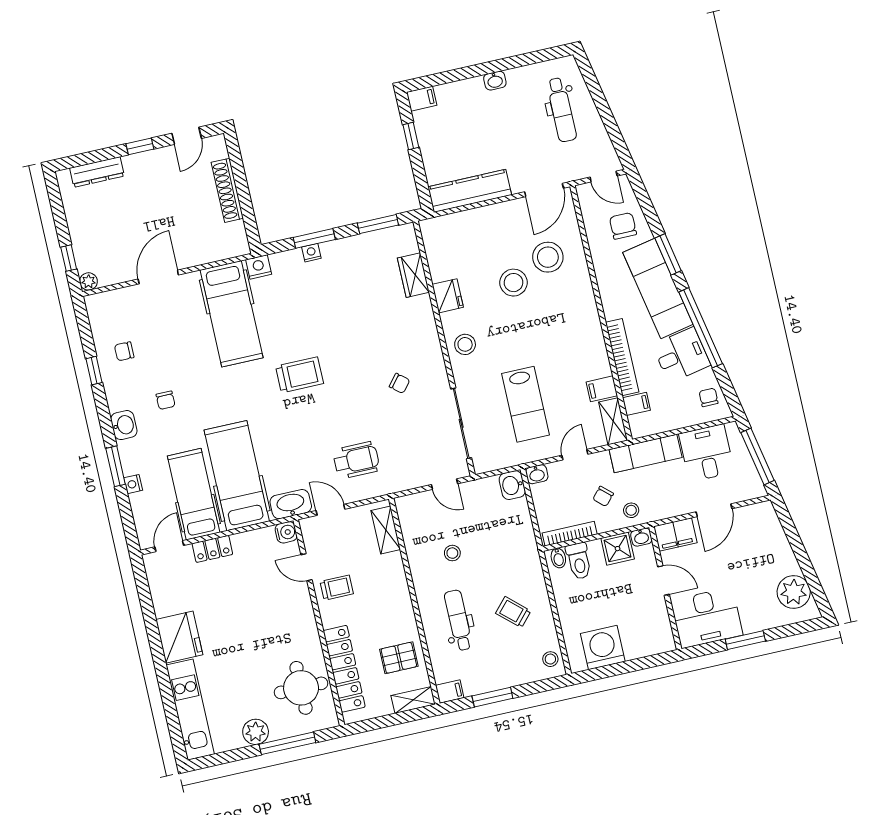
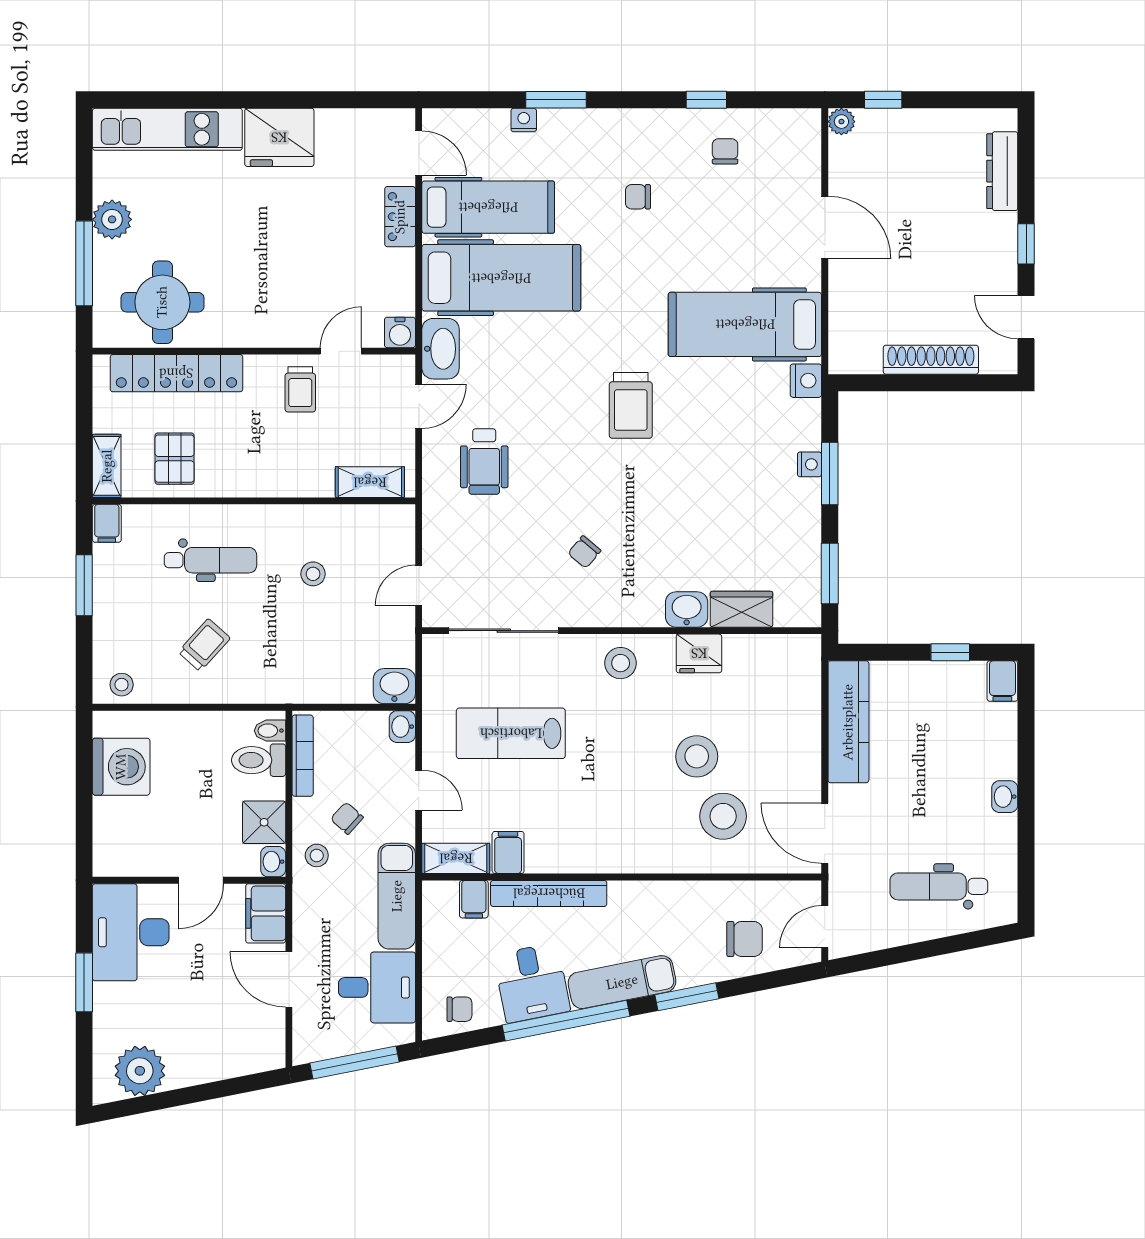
exam couch: (658, 288) -> (622, 982), width x0.73, depth x0.69
washbasin: (124, 425) -> (687, 609), moved, turned 180

